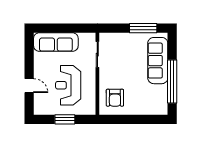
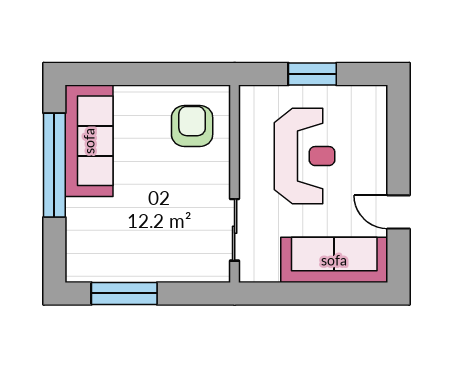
sofa: (158, 61) -> (89, 141), moved
door: (29, 86) -> (398, 212), moved

